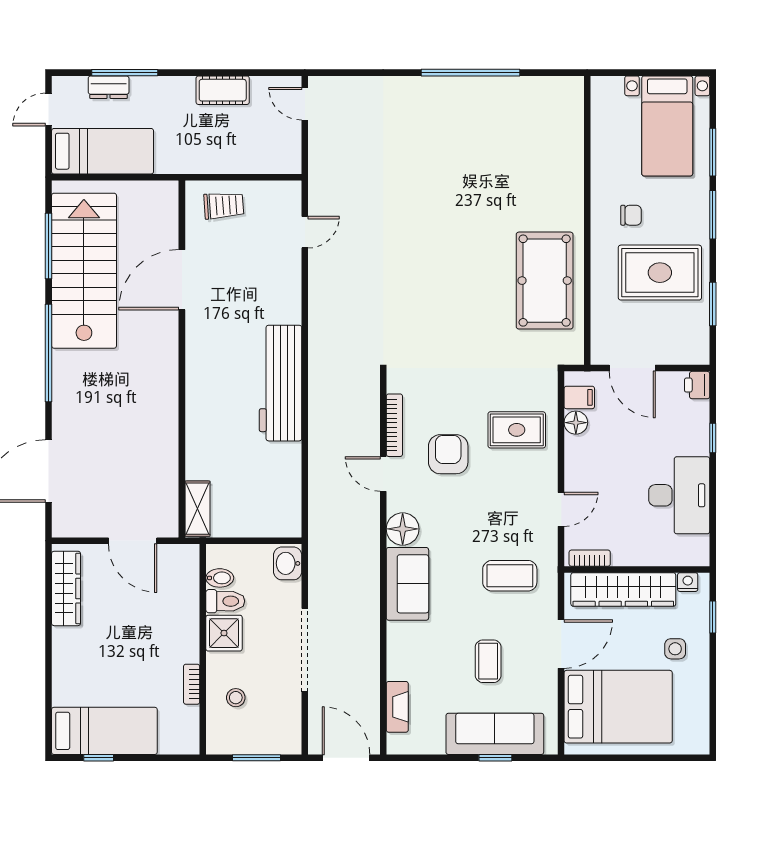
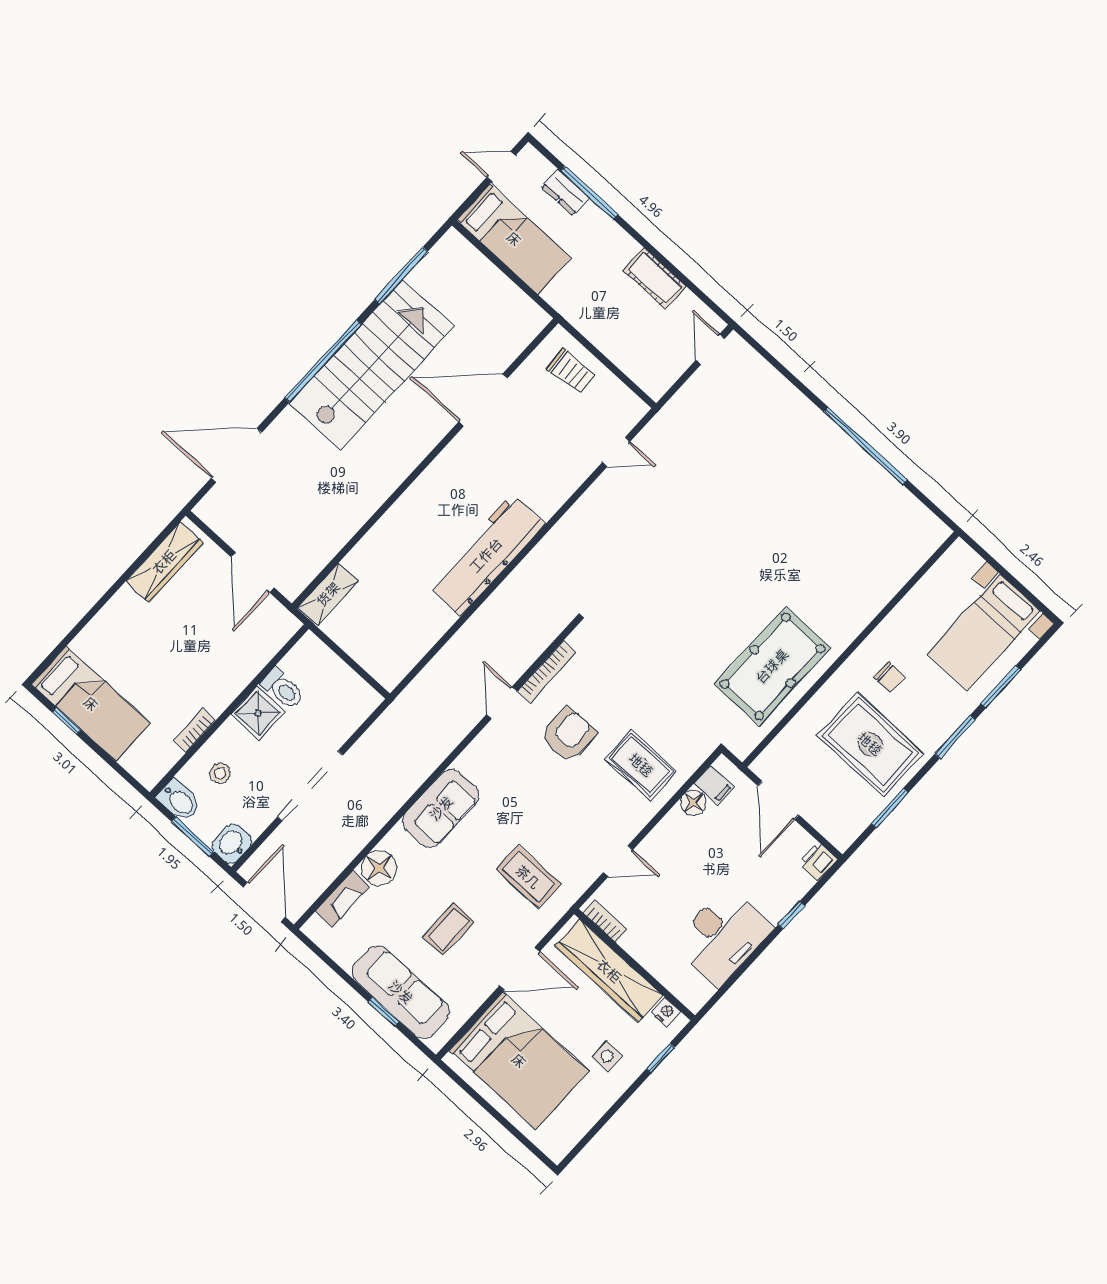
stairs: (84, 271) -> (371, 365), moved
floor lamp: (403, 529) -> (379, 868), moved
washbasin: (288, 563) -> (232, 844), moved
bidet: (220, 578) -> (179, 800), moved, width x1.38, depth x1.36

